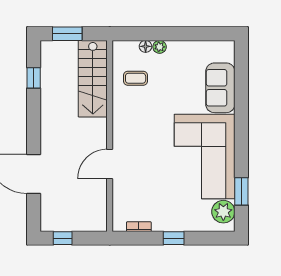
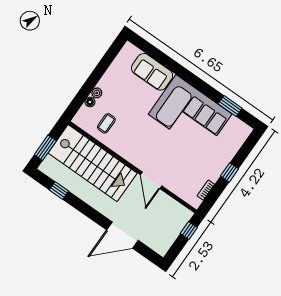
stairs: (93, 79) -> (93, 163), width x1.36, depth x1.51
plant: (223, 212) -> (235, 127), removed
window: (63, 238) -> (189, 231), moved

